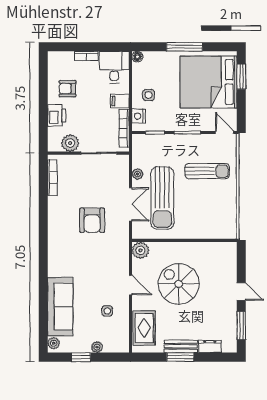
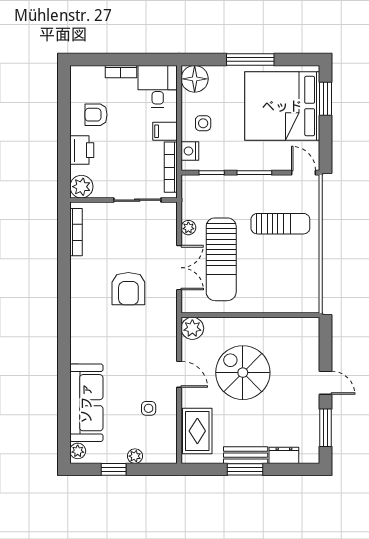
floor lamp: (137, 57) -> (195, 79), width x1.89, depth x1.89
plant: (70, 143) -> (81, 187), moved

